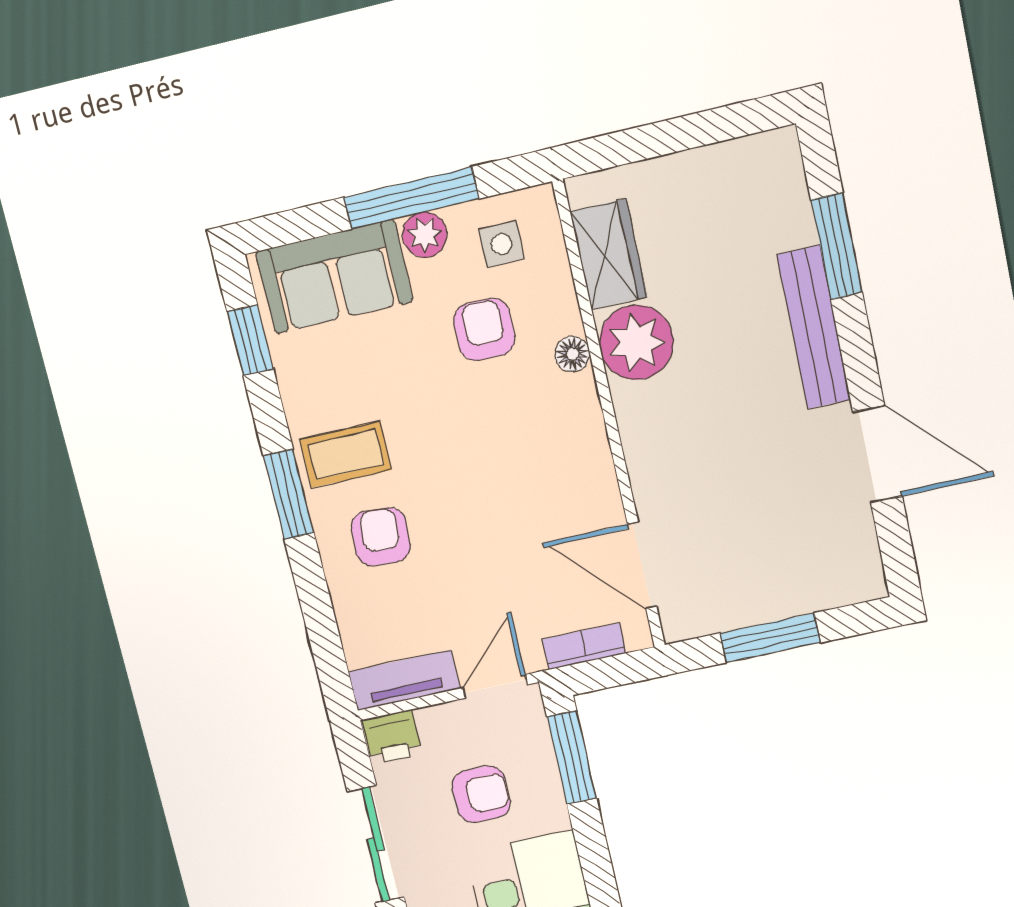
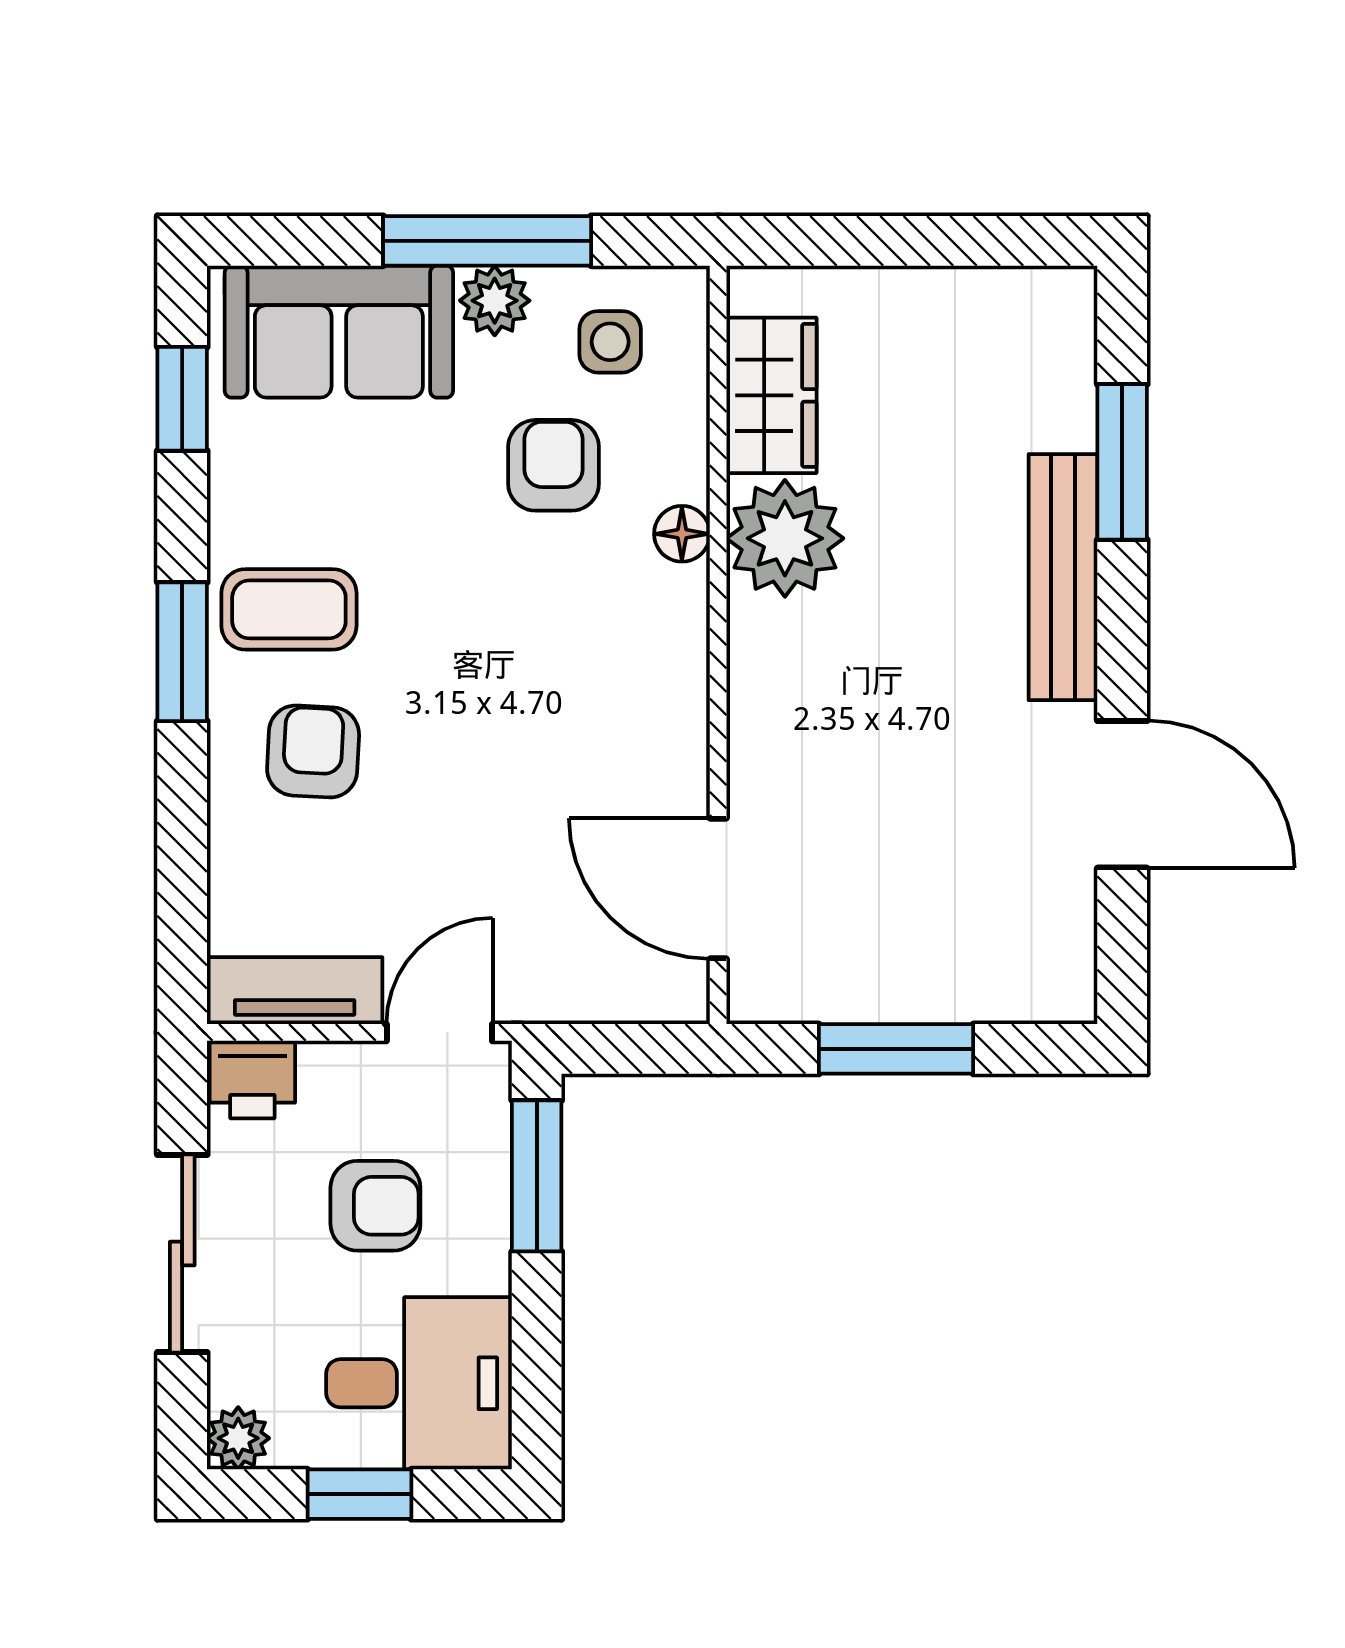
bookcase: (584, 646) -> (597, 998), removed

